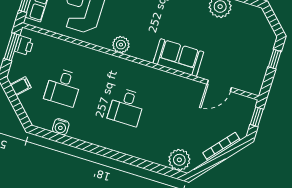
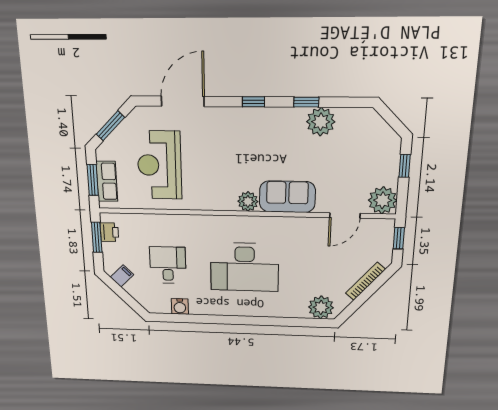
plant: (121, 45) -> (248, 201), moved
plant: (251, 82) -> (383, 200), added
desk: (63, 87) -> (168, 265), turned 180
desk: (126, 107) -> (245, 267), width x1.87, depth x1.30

